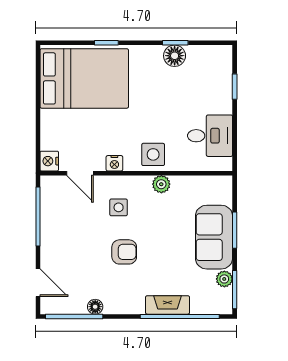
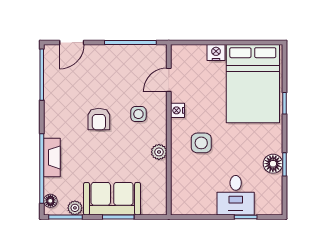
desk: (210, 136) -> (236, 195), moved
side table: (153, 154) -> (201, 143), moved
nightstand: (49, 161) -> (216, 53), moved
floor lamp: (95, 307) -> (50, 201), moved

